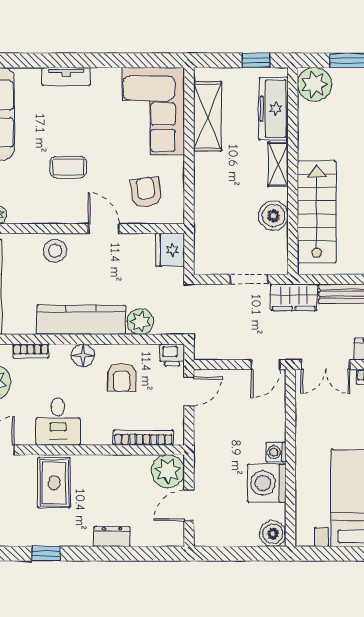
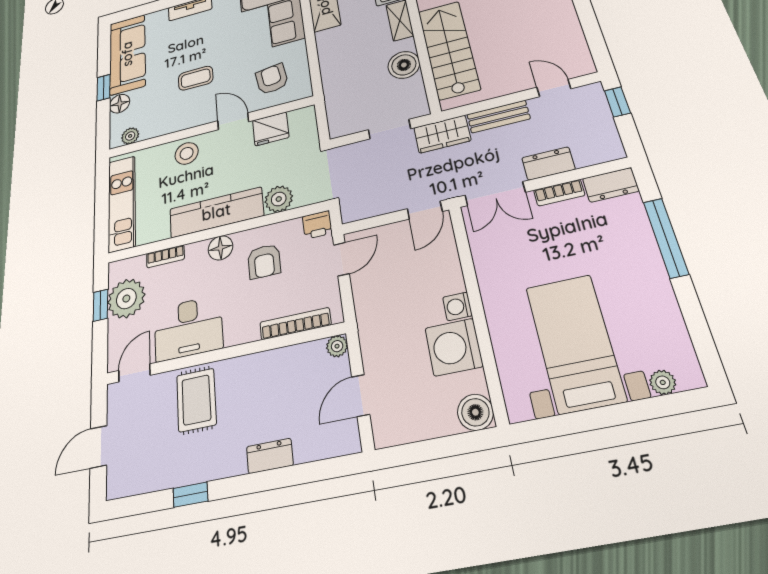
fridge: (170, 250) -> (271, 129), moved, turned -90
desk: (58, 422) -> (188, 328), width x1.37
plant: (168, 471) -> (337, 346), width x0.53, depth x0.53

